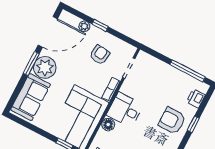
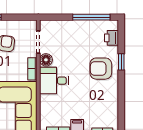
floor lamp: (108, 124) -> (46, 60), moved

